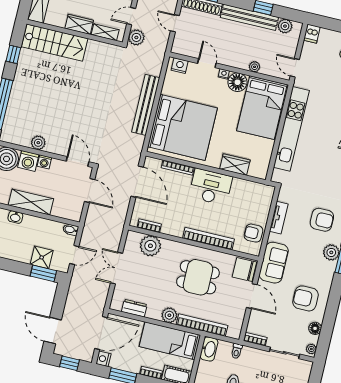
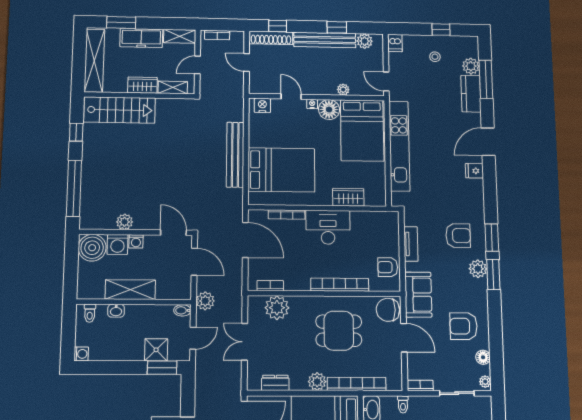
plant: (136, 37) -> (205, 301), moved
bed: (182, 127) -> (281, 170), width x0.73

